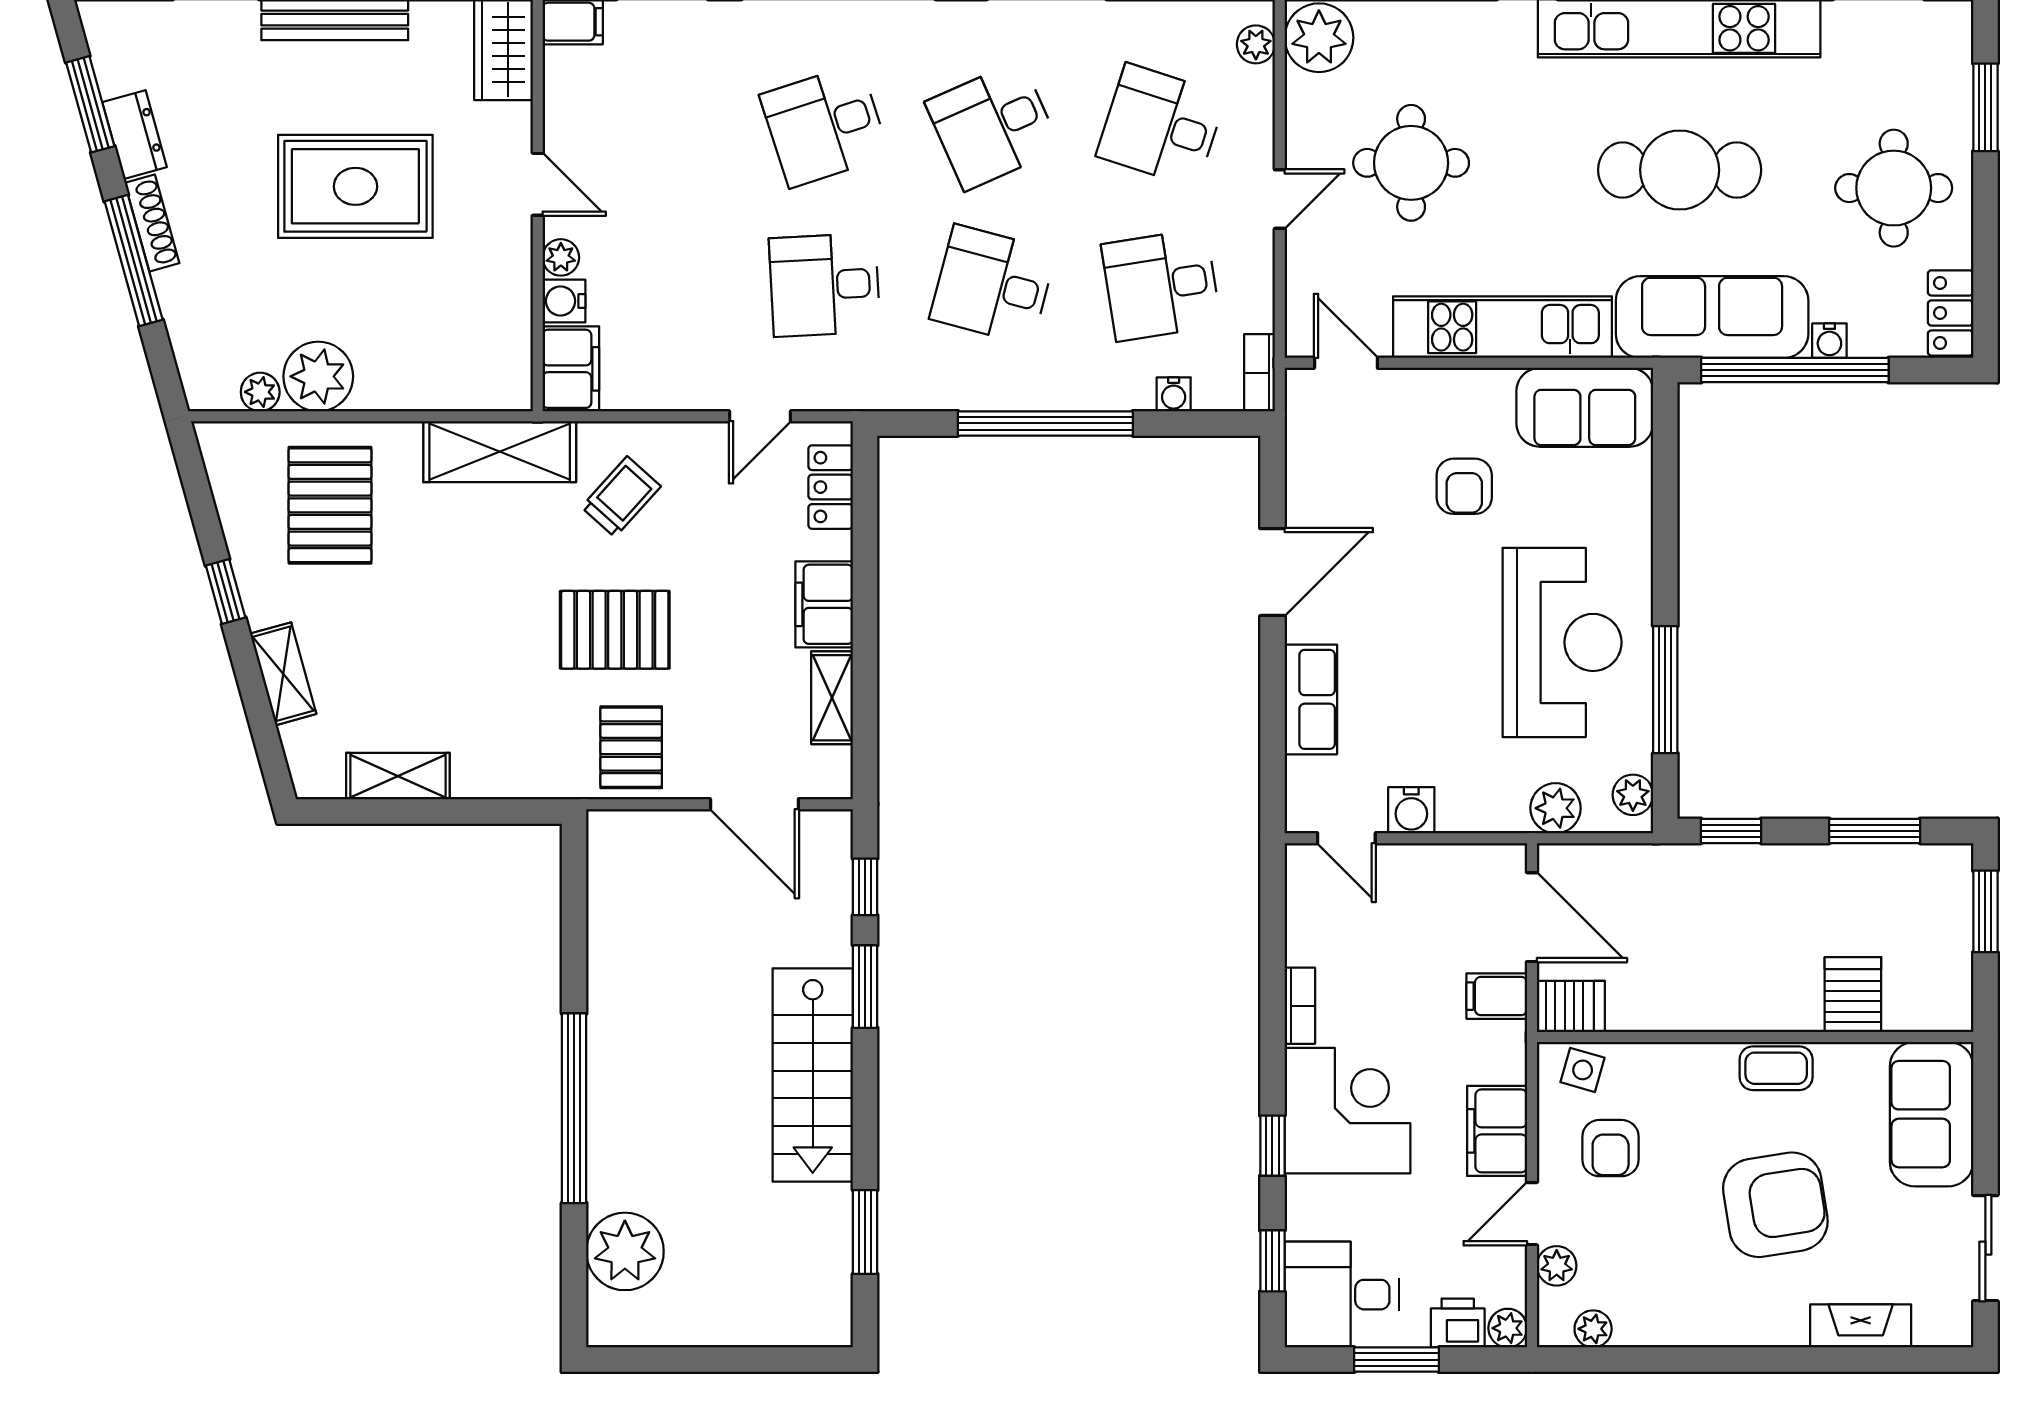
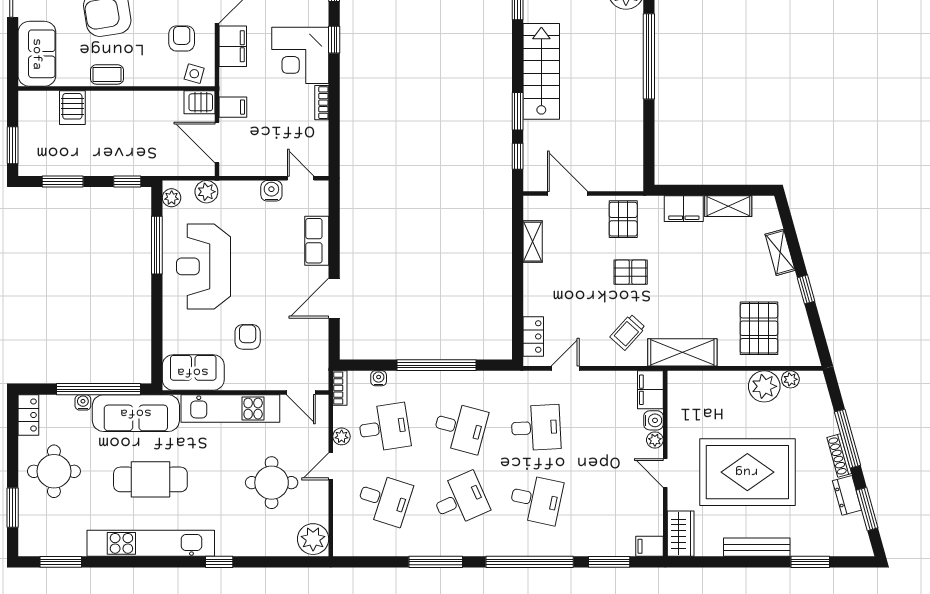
plant: (1256, 44) -> (342, 436), moved
desk: (825, 125) -> (536, 499), turned 30
rug: (355, 186) -> (747, 472), width x1.37, depth x1.44
filing cabinet: (824, 604) -> (684, 209), moved, turned 90
pallet: (615, 630) -> (631, 272), width x0.67, depth x0.71

